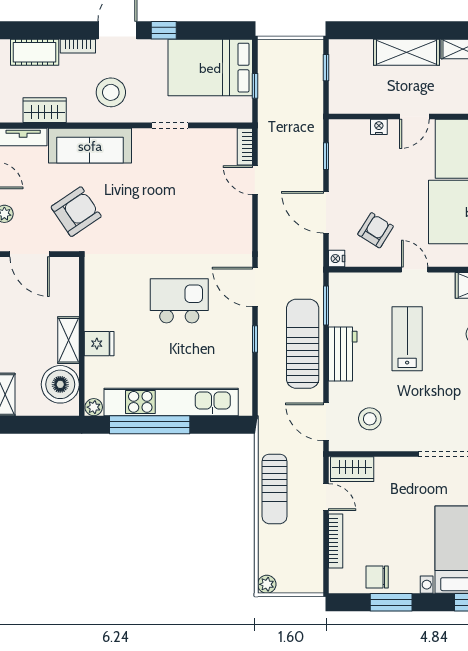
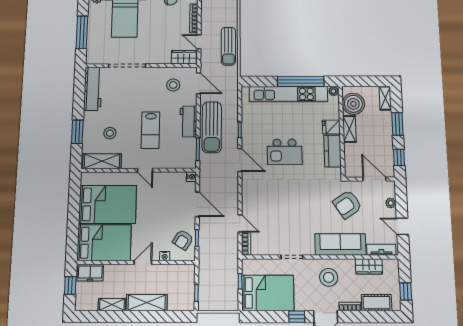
armchair: (375, 230) -> (183, 240), moved
kitchen counter: (98, 302) -> (333, 151), added
sun lounger: (274, 489) -> (228, 46), turned 180

